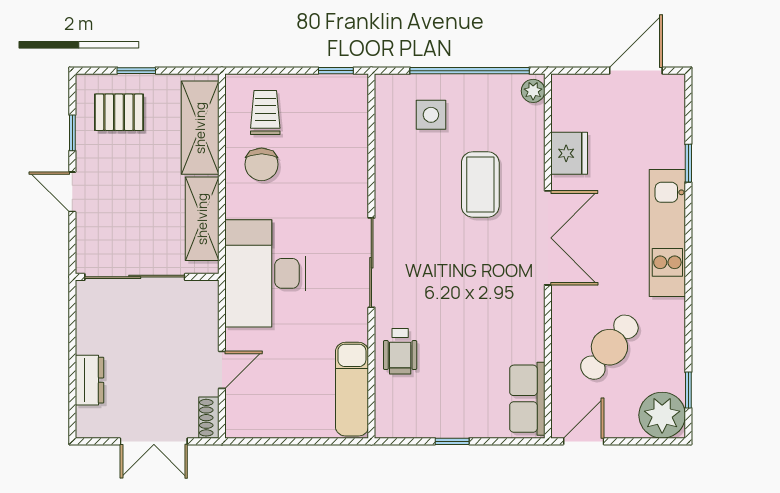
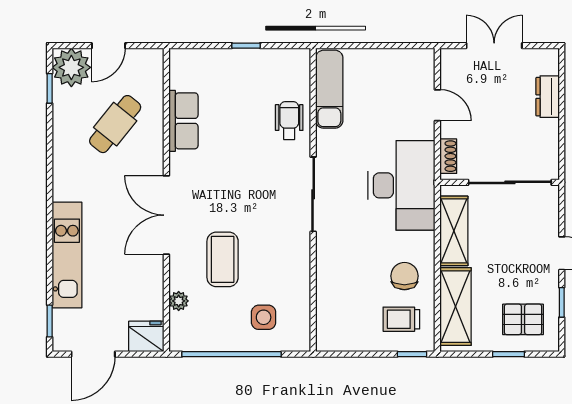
window: (336, 71) -> (412, 354), moved
plant: (533, 91) -> (179, 301), moved
trolley: (265, 112) -> (401, 319), turned 90
fridge: (569, 153) -> (146, 336), moved, turned 90
window: (688, 163) -> (50, 321), moved
kitchen unit: (667, 233) -> (67, 255), moved
door: (222, 370) -> (437, 105), swing flipped
row of seats: (527, 399) -> (183, 121), moved
shoe rack: (209, 418) -> (448, 156), moved
door: (584, 441) -> (109, 46), moved

